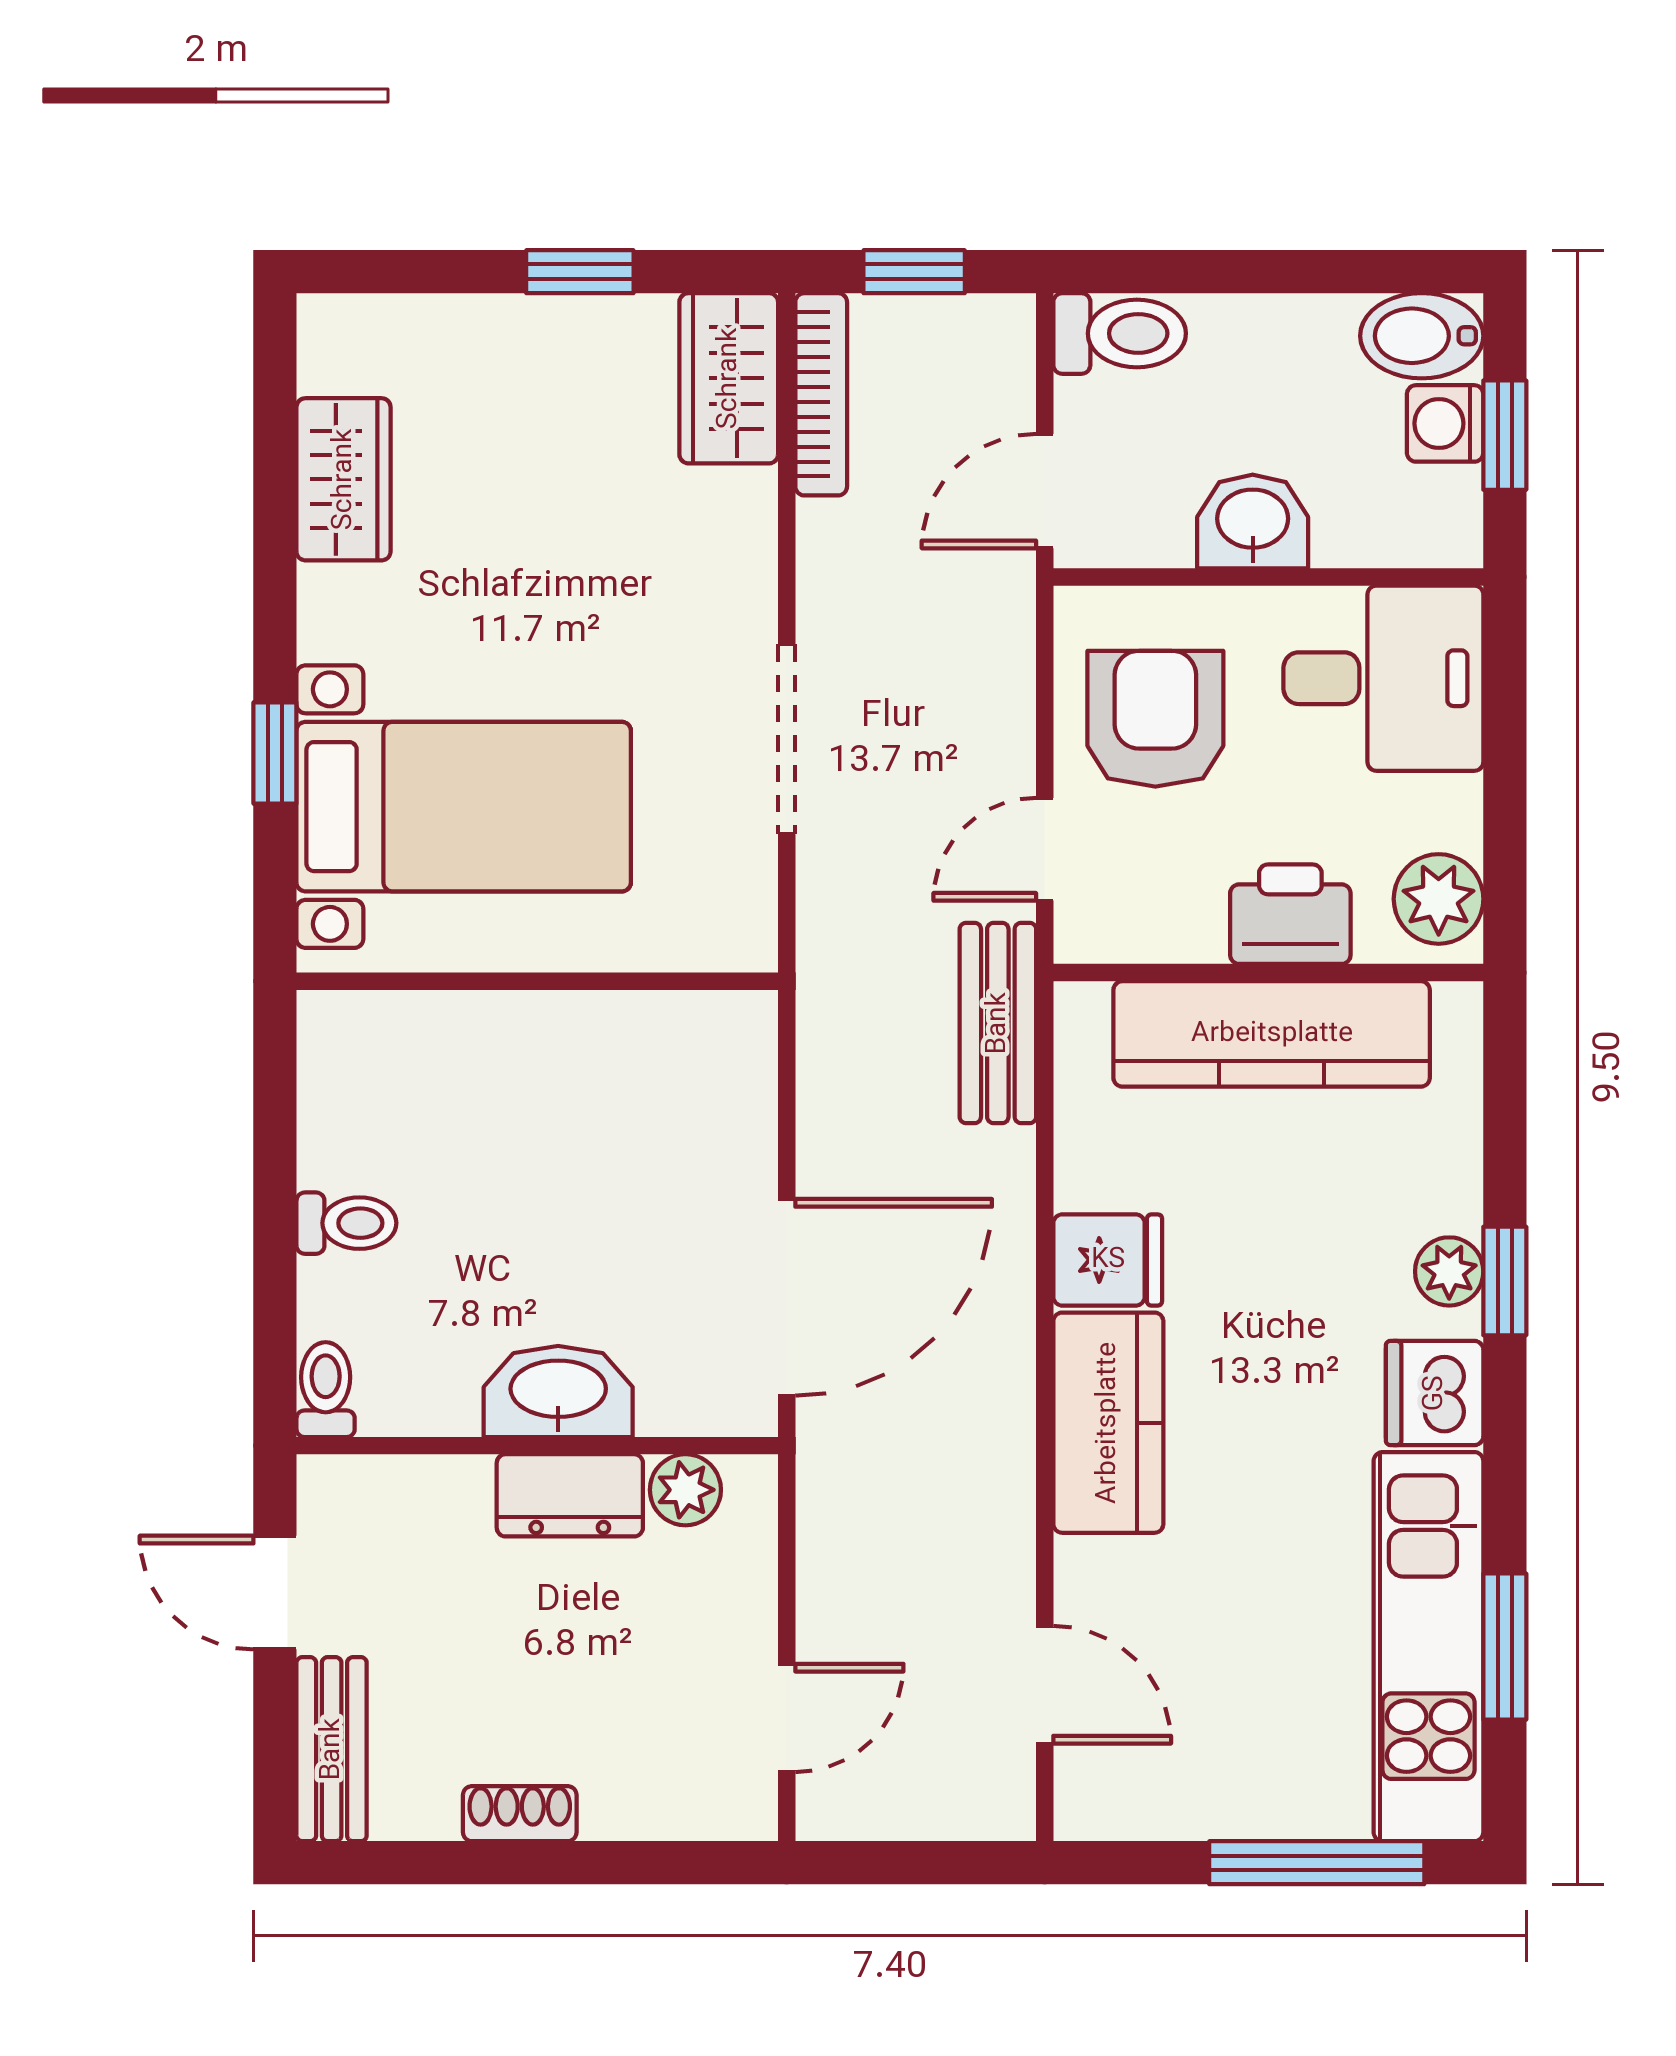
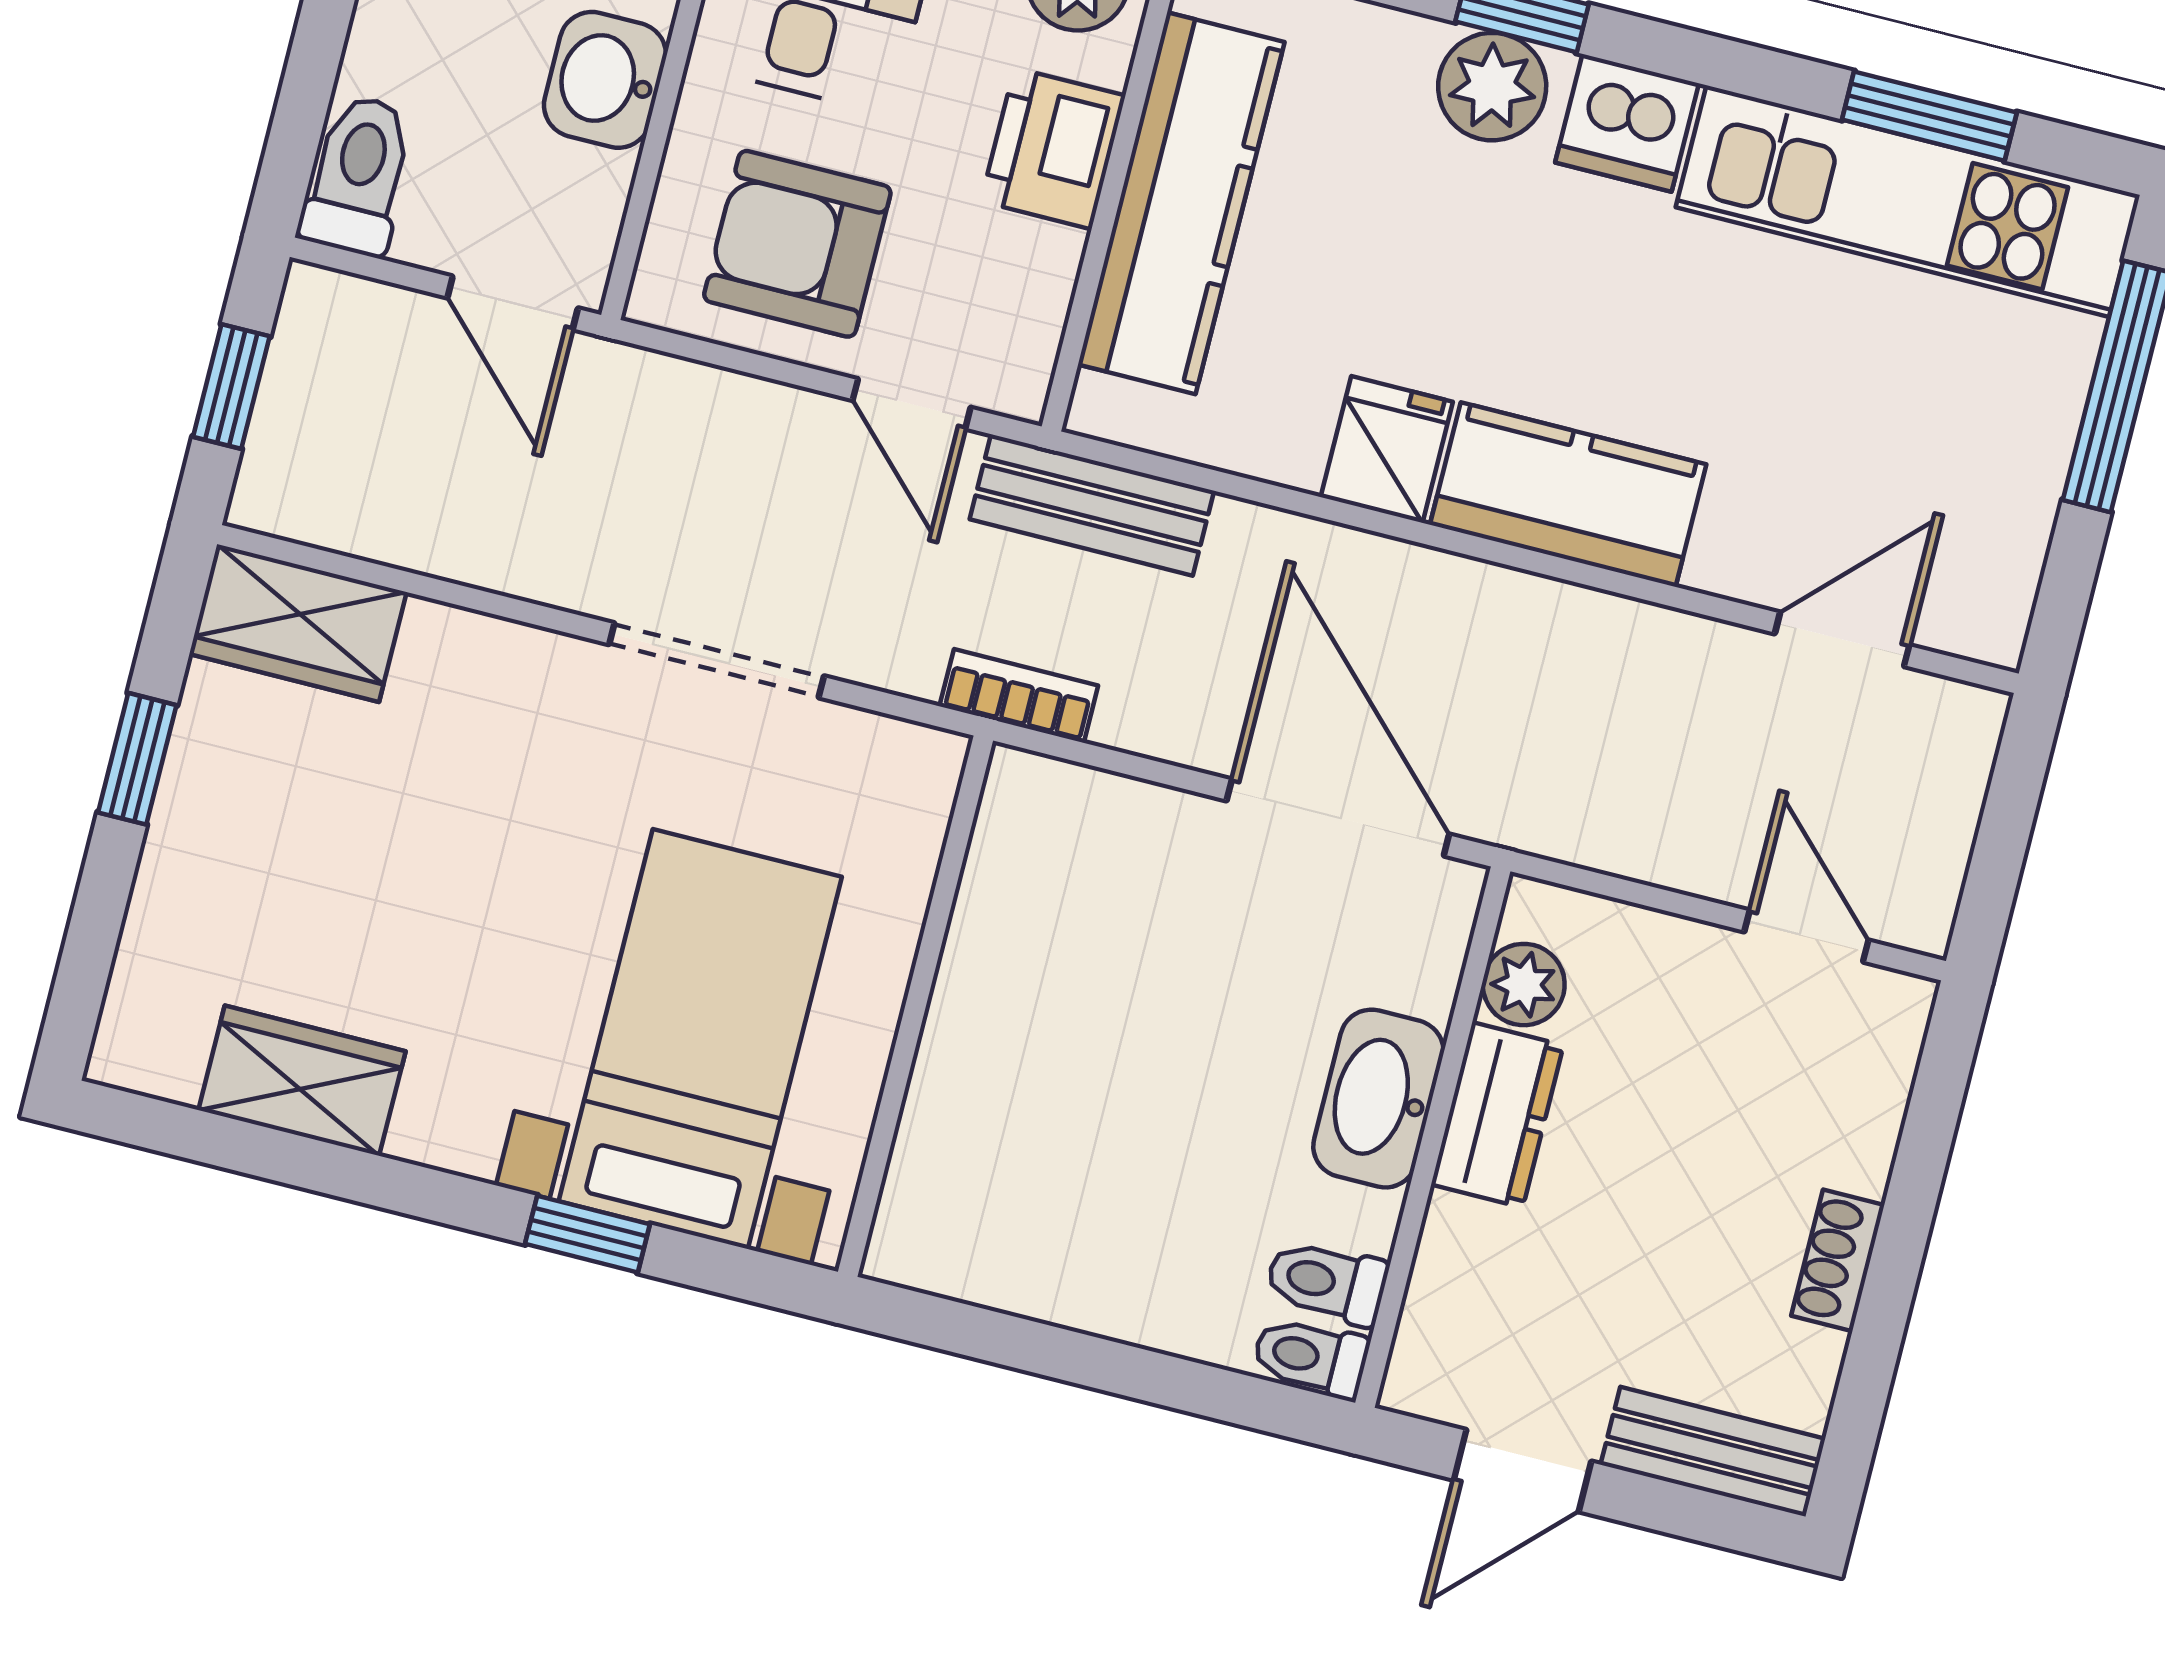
bookcase: (821, 394) -> (1019, 696), moved, width x0.64
toilet: (346, 1223) -> (1327, 1282), moved, turned -90
plant: (1449, 1271) -> (1492, 87), width x1.38, depth x1.38

